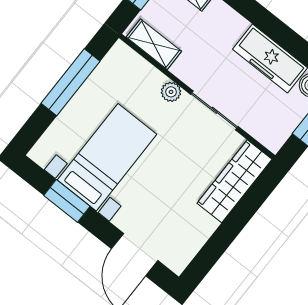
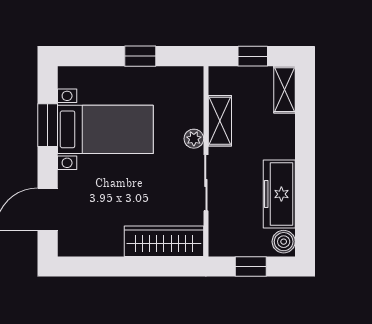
shelving: (154, 44) -> (220, 121), moved
window: (71, 82) -> (140, 56), width x0.46

